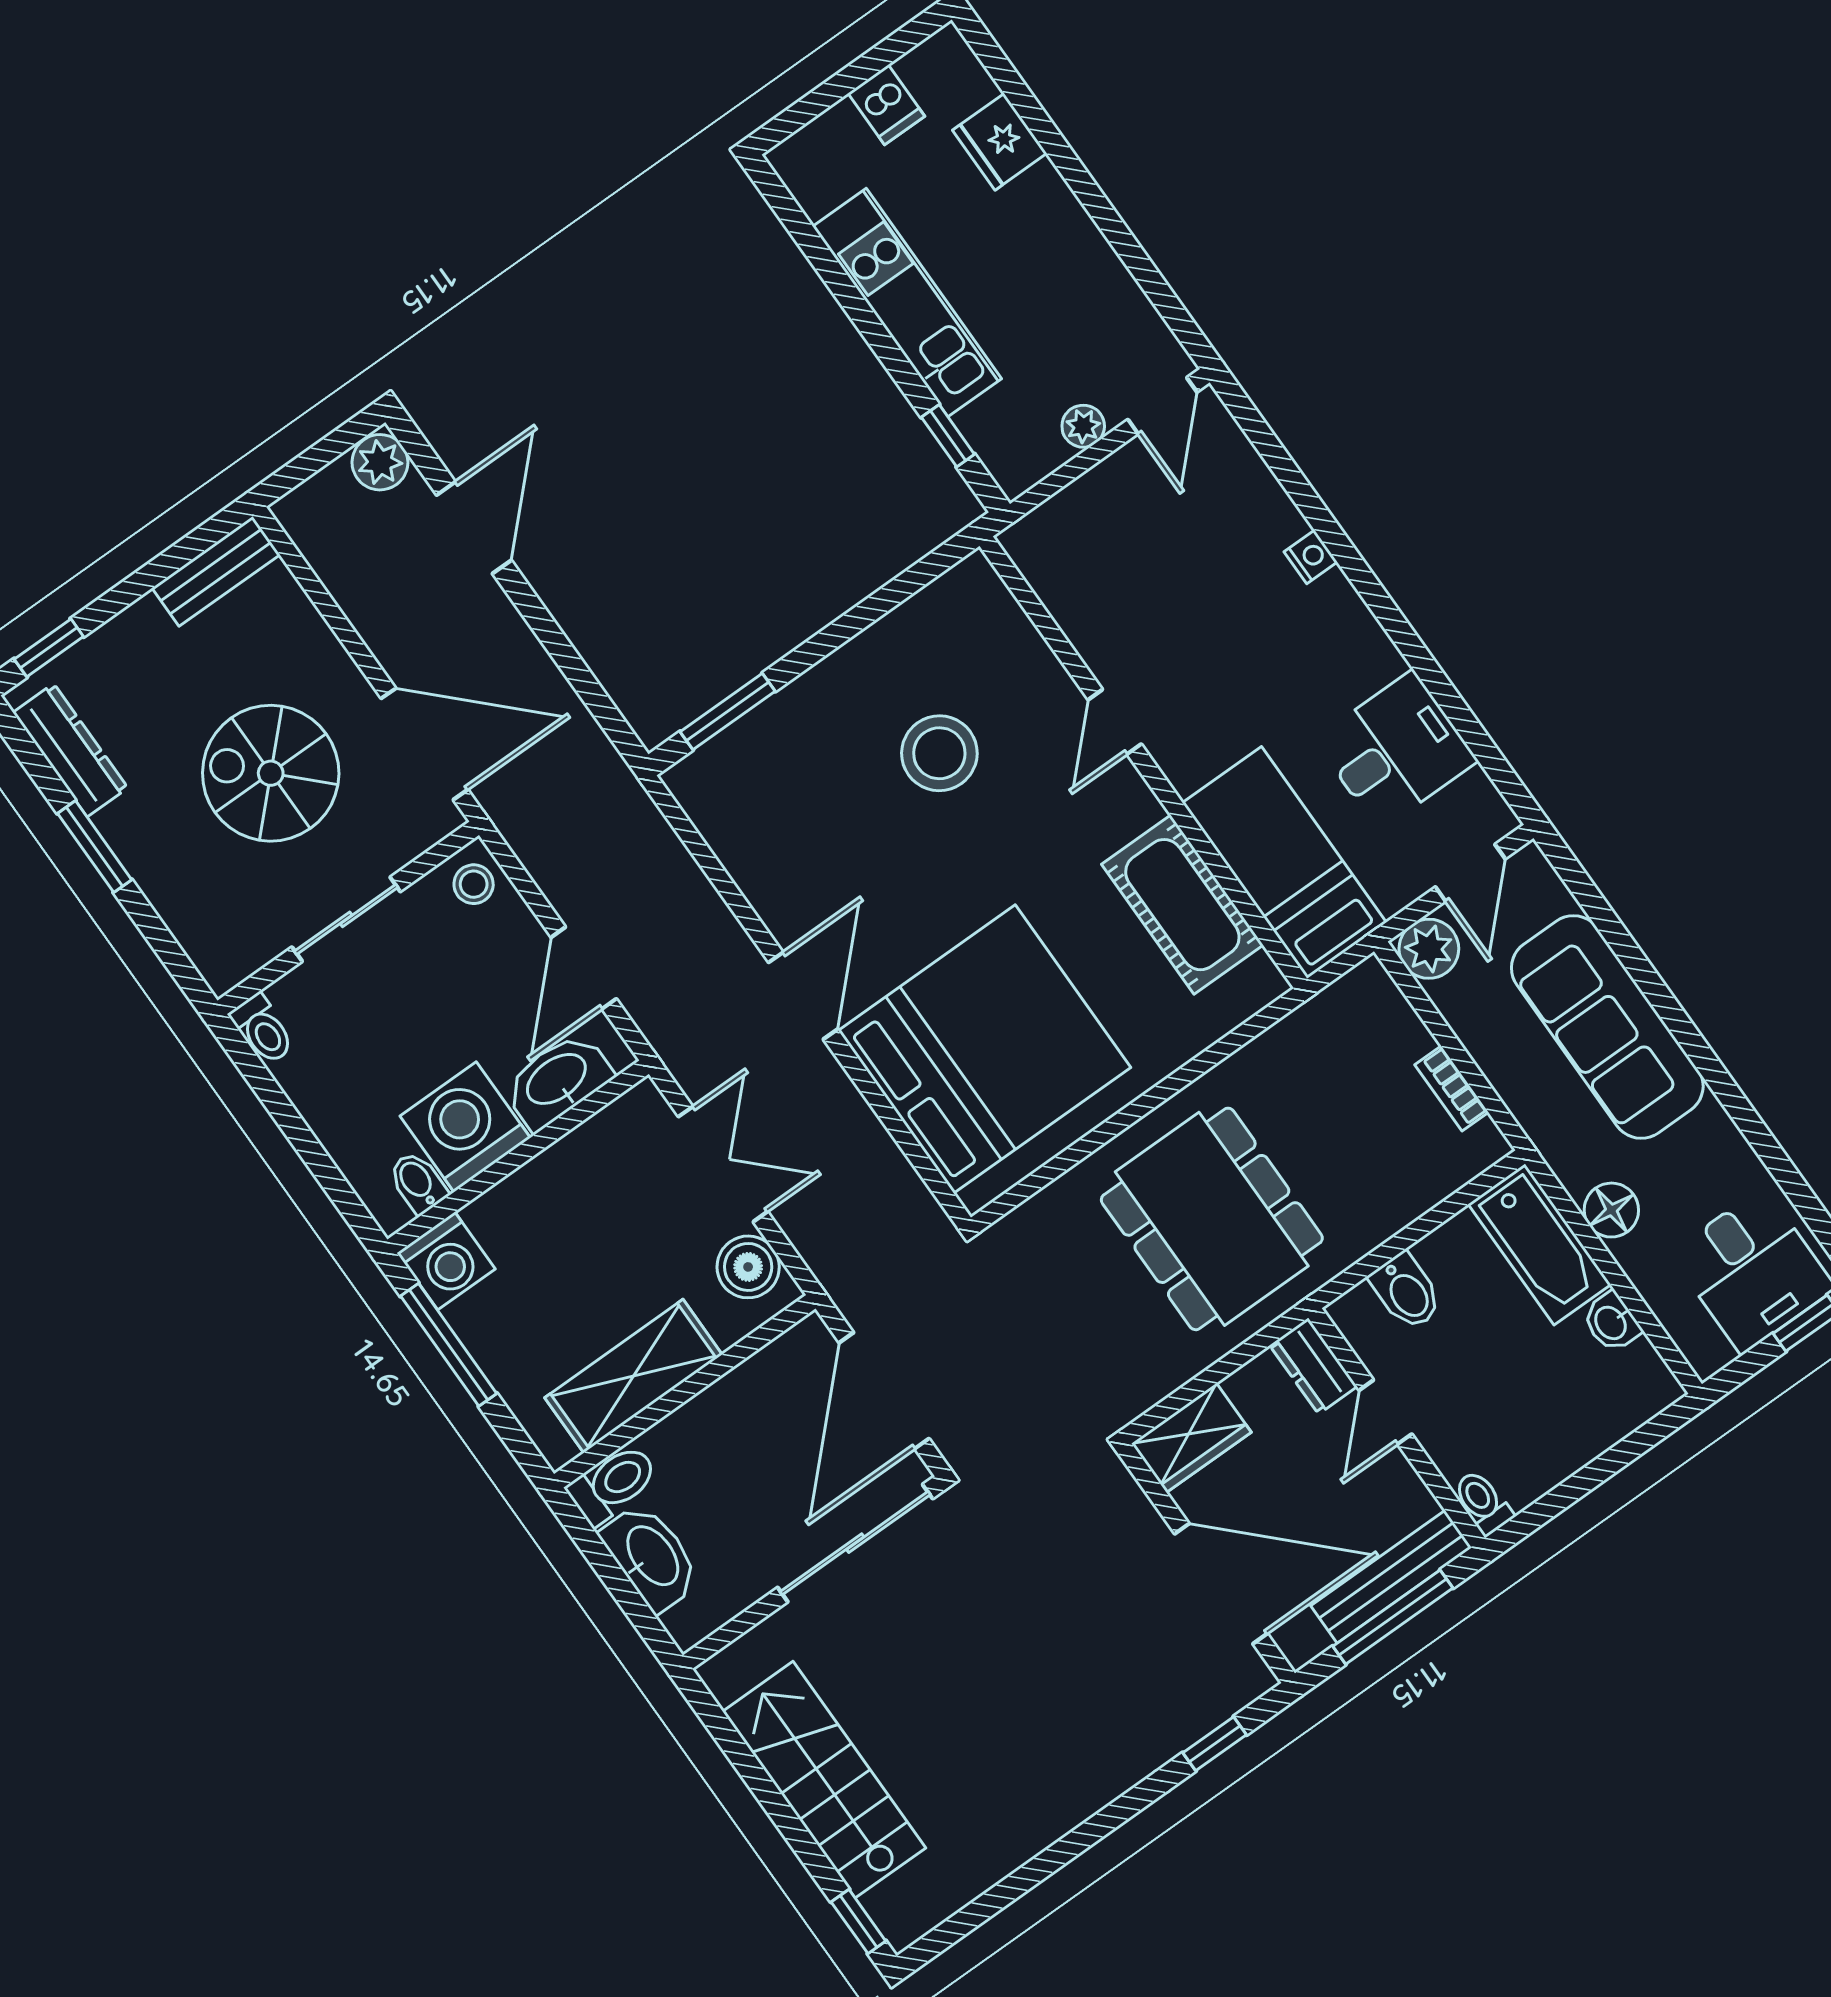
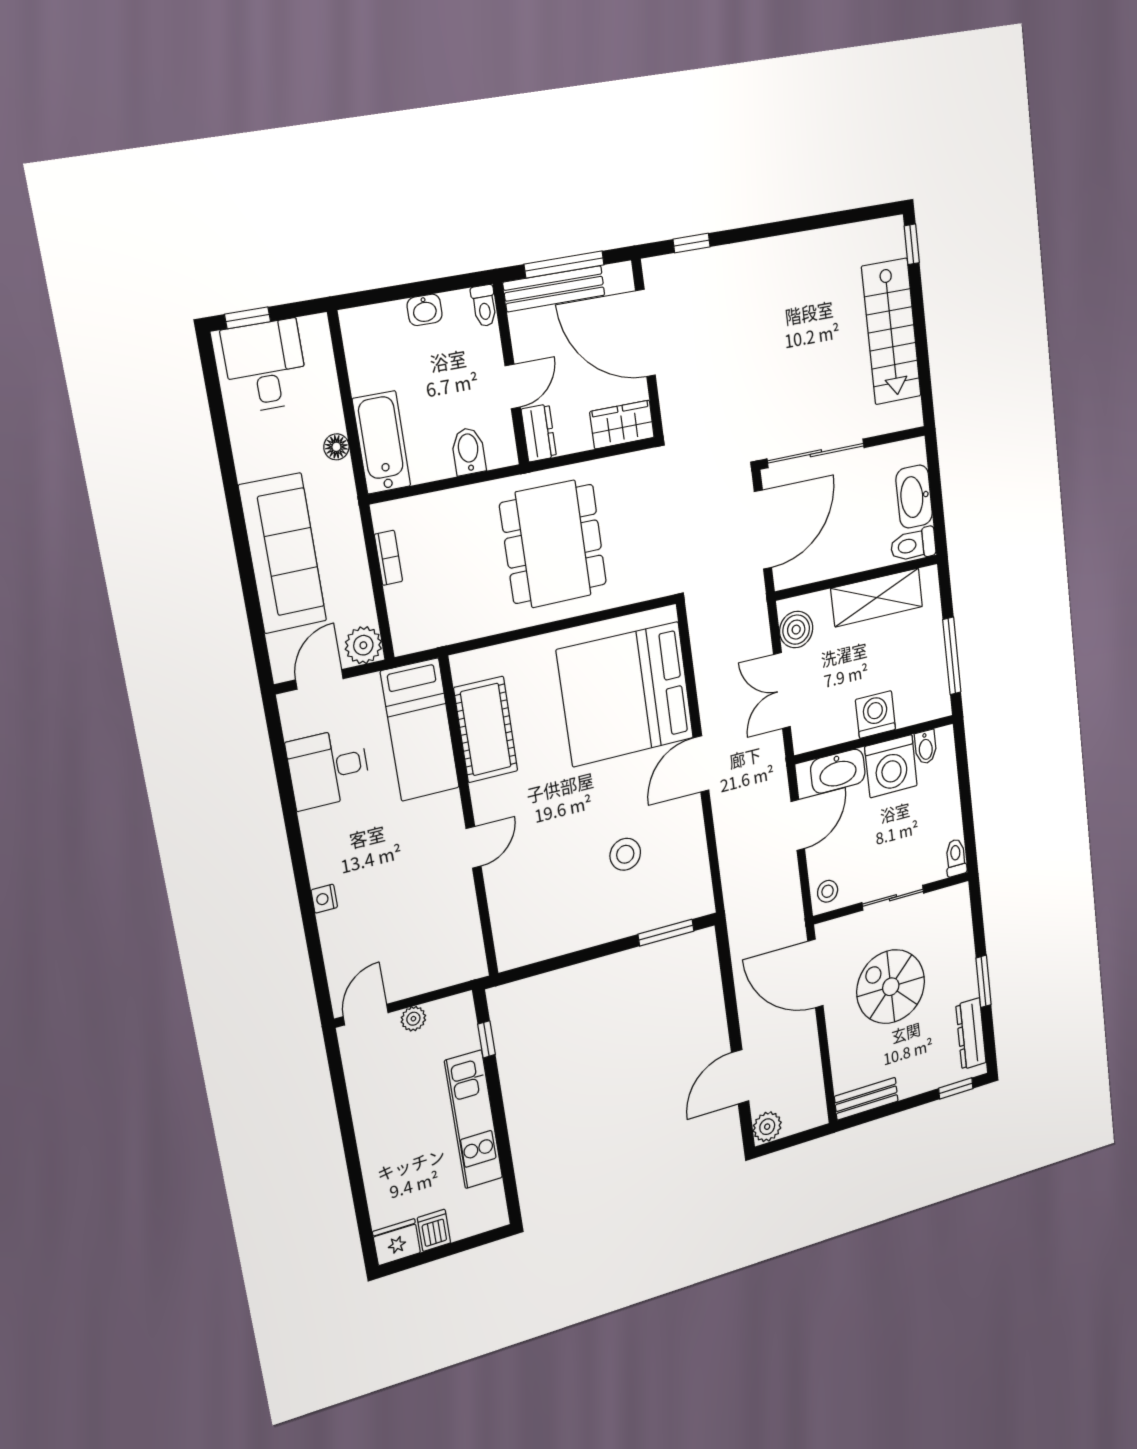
fridge: (1000, 142) -> (396, 1242), moved, turned -90
stool: (939, 753) -> (625, 854), moved, width x0.73, depth x0.73
spiral stairs: (271, 773) -> (891, 987), turned 180
floor lamp: (1611, 1210) -> (336, 447), width x0.73, depth x0.73
washing machine: (446, 1261) -> (875, 715), moved
washbasin: (1612, 1322) -> (425, 310), moved, turned 90

